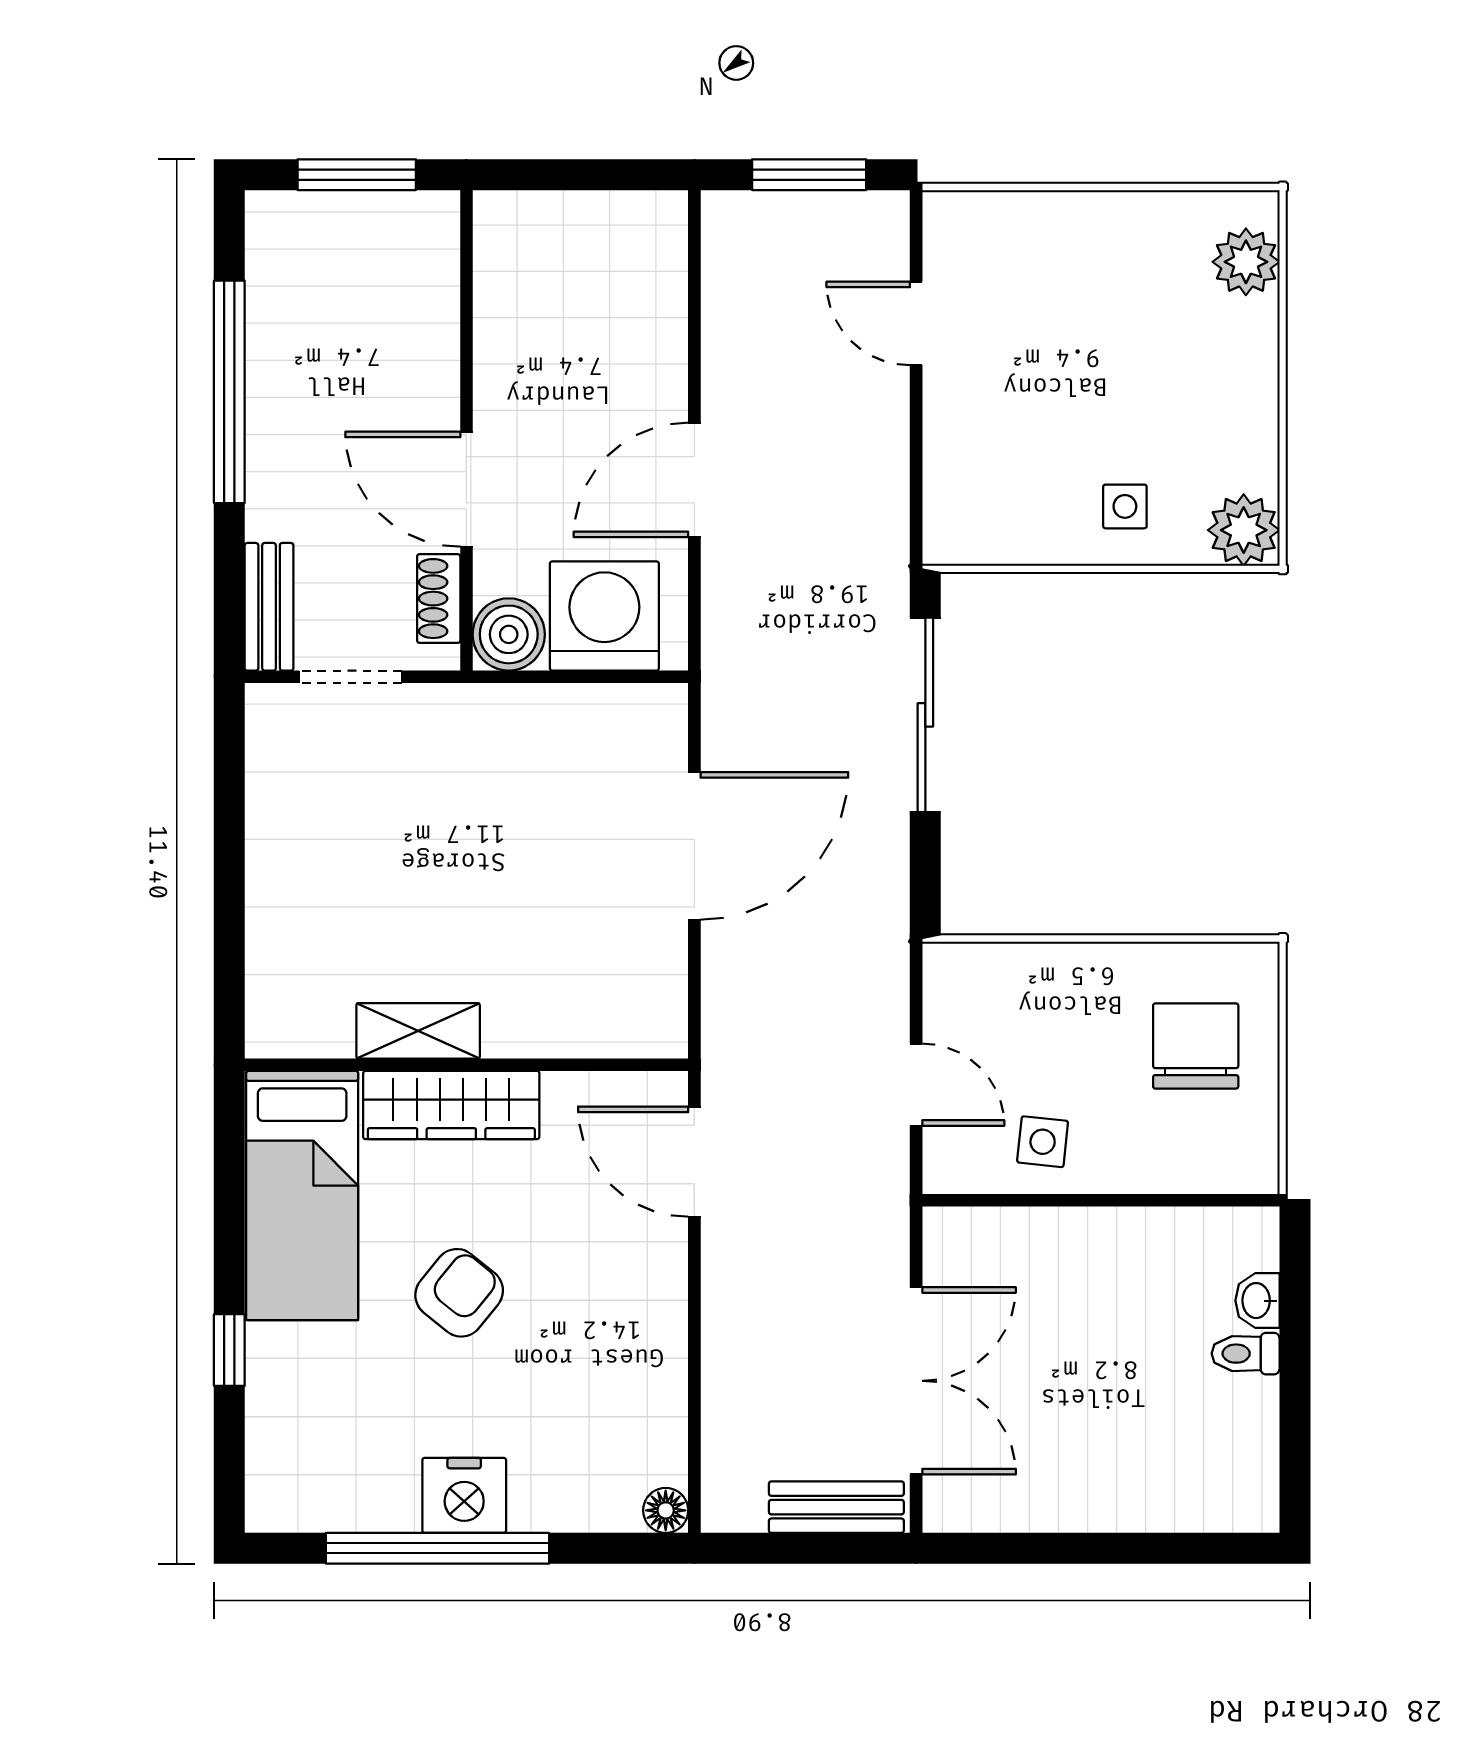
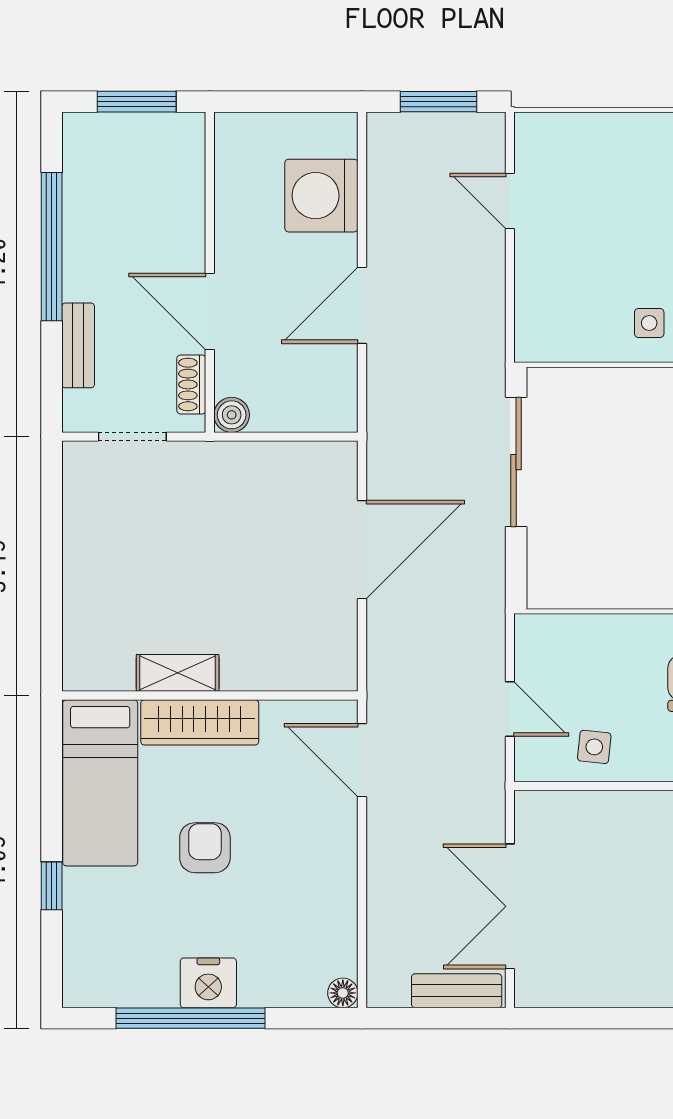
bench: (269, 607) -> (78, 345), moved
washing machine: (604, 616) -> (321, 196), moved, turned -90
boiler: (509, 634) -> (232, 415), width x0.73, depth x0.73
armchair: (459, 1293) -> (205, 848), turned -39
double door: (916, 1381) -> (510, 906), swing flipped

